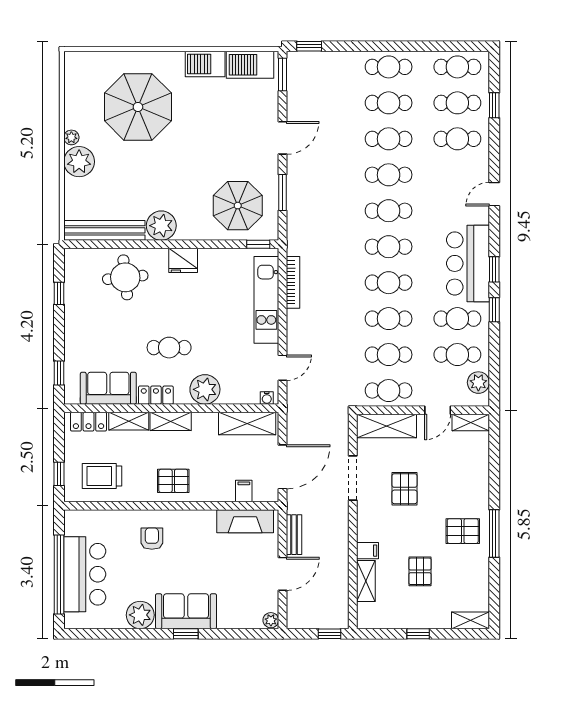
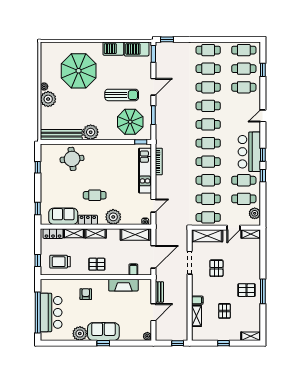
sun lounger: (221, 154) -> (122, 95), added
fridge: (183, 260) -> (102, 150), removed
fireplace: (245, 521) -> (123, 285), moved

